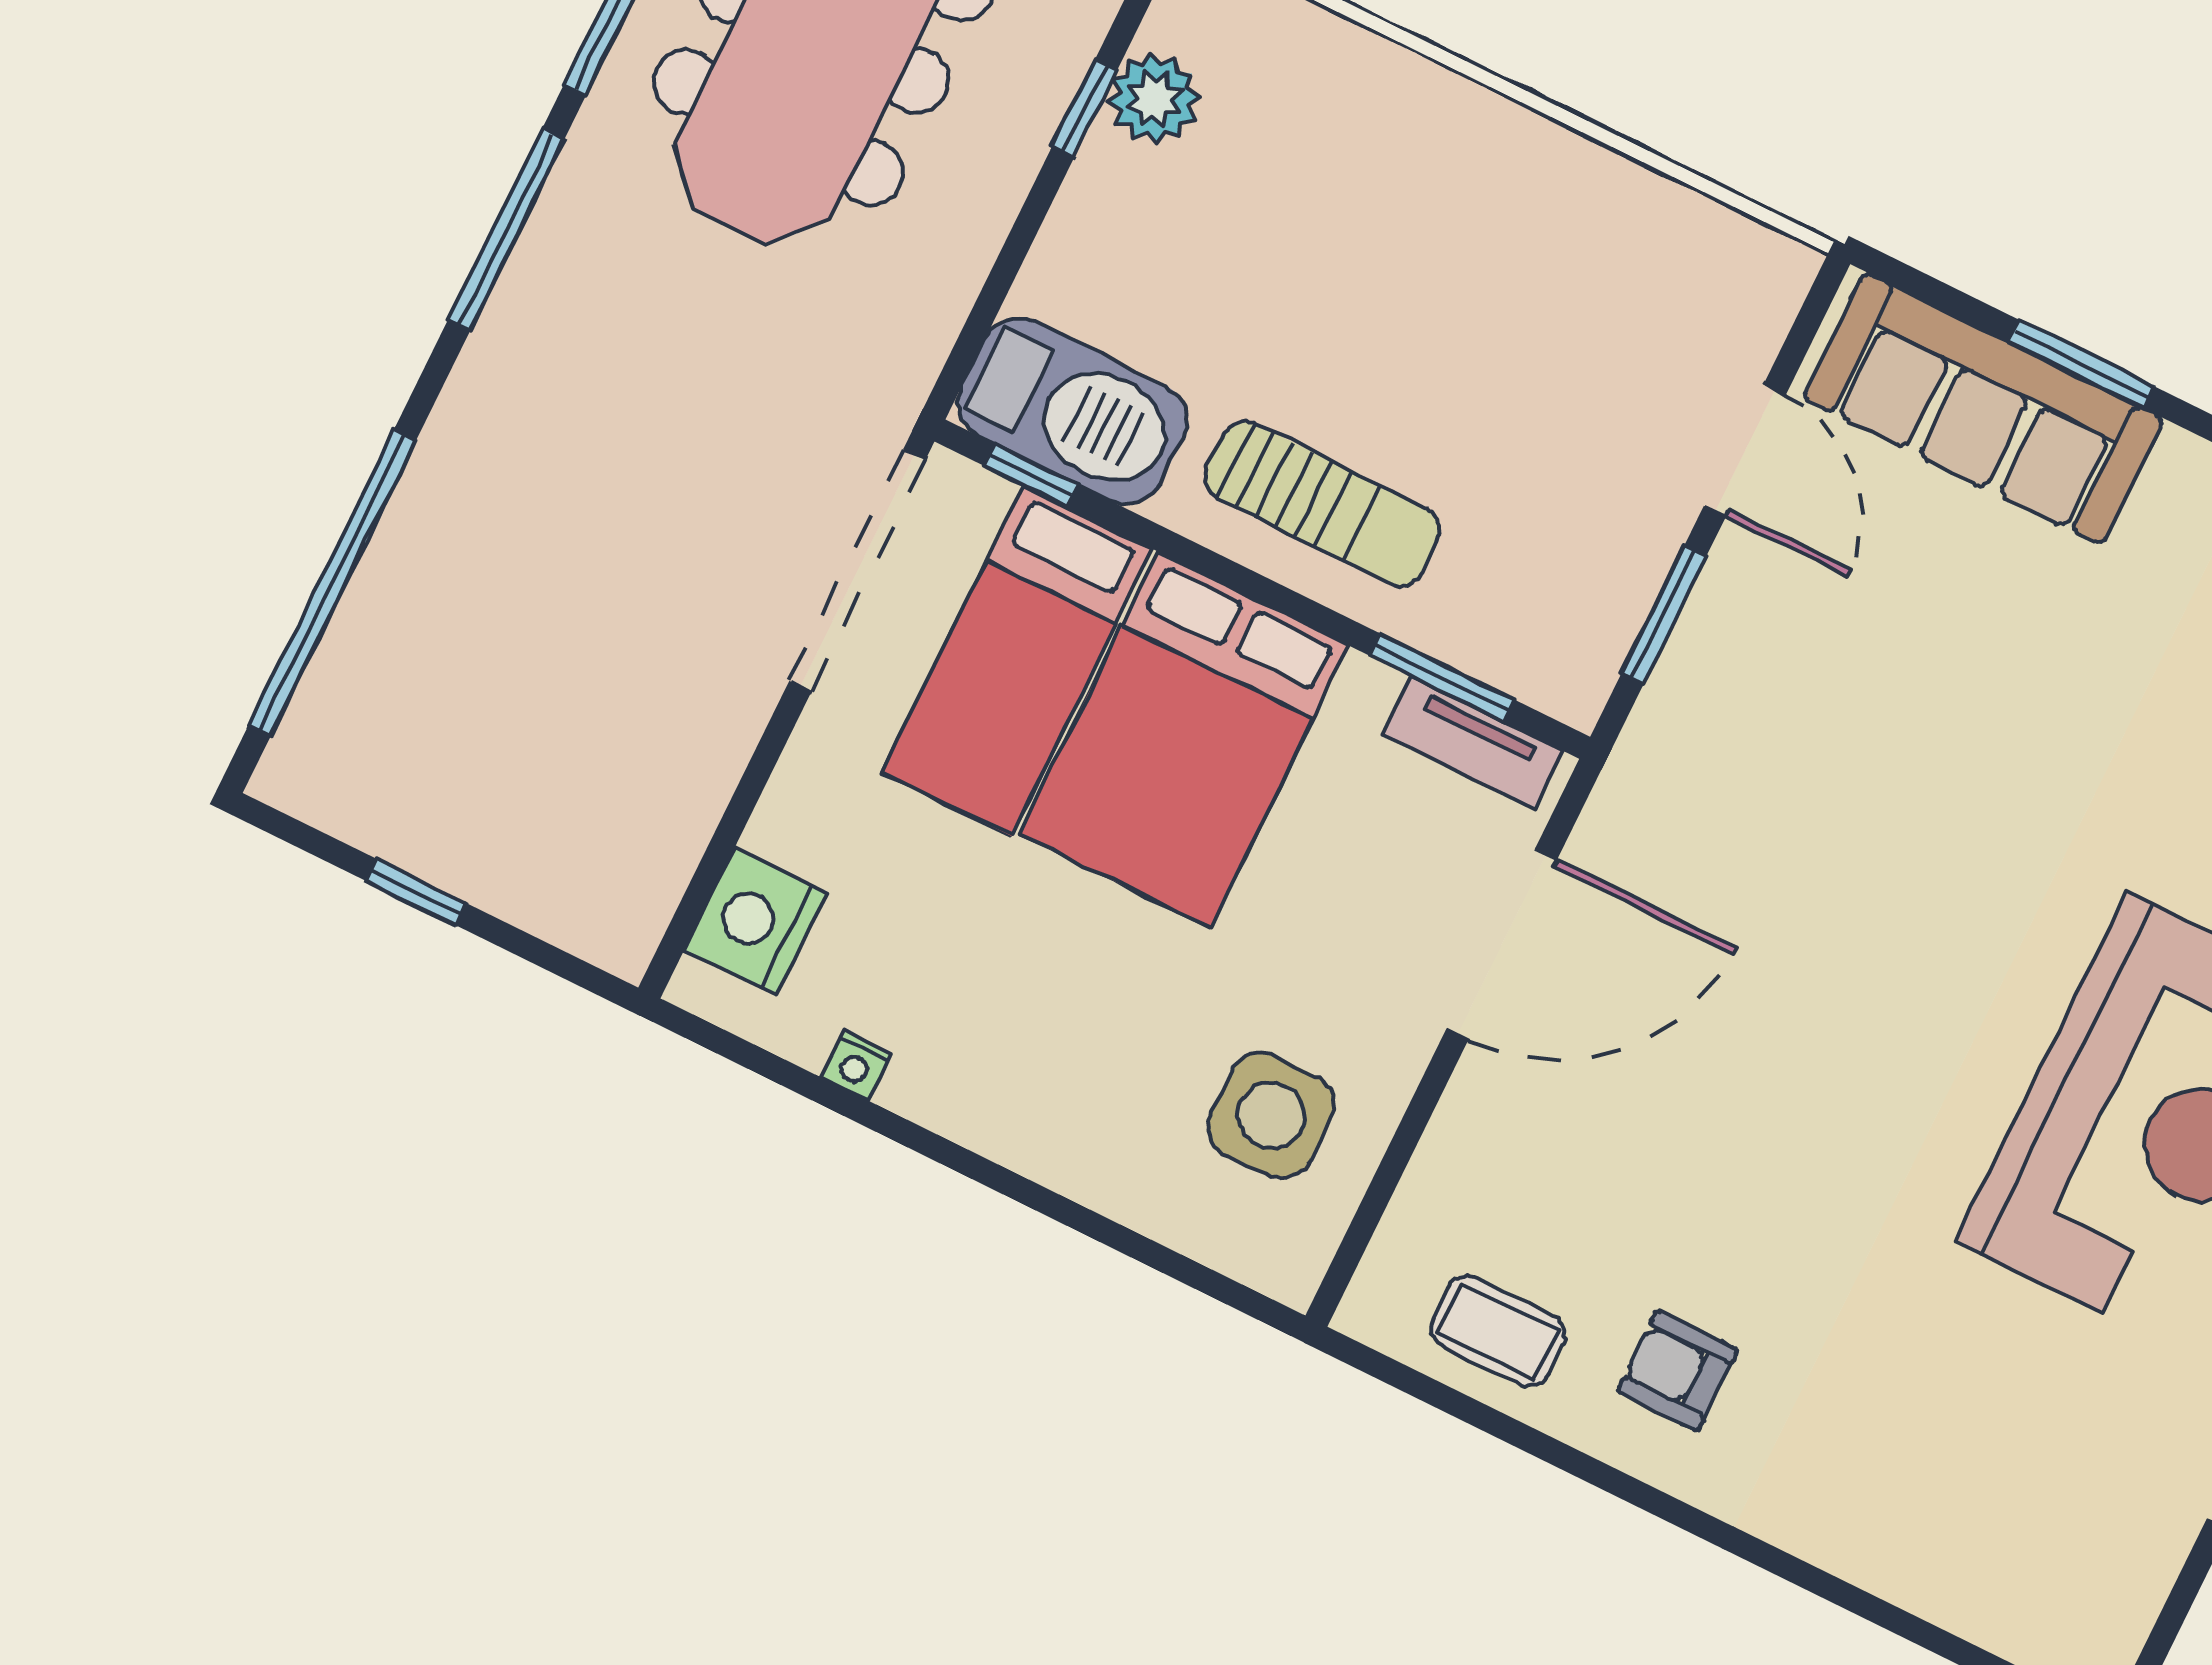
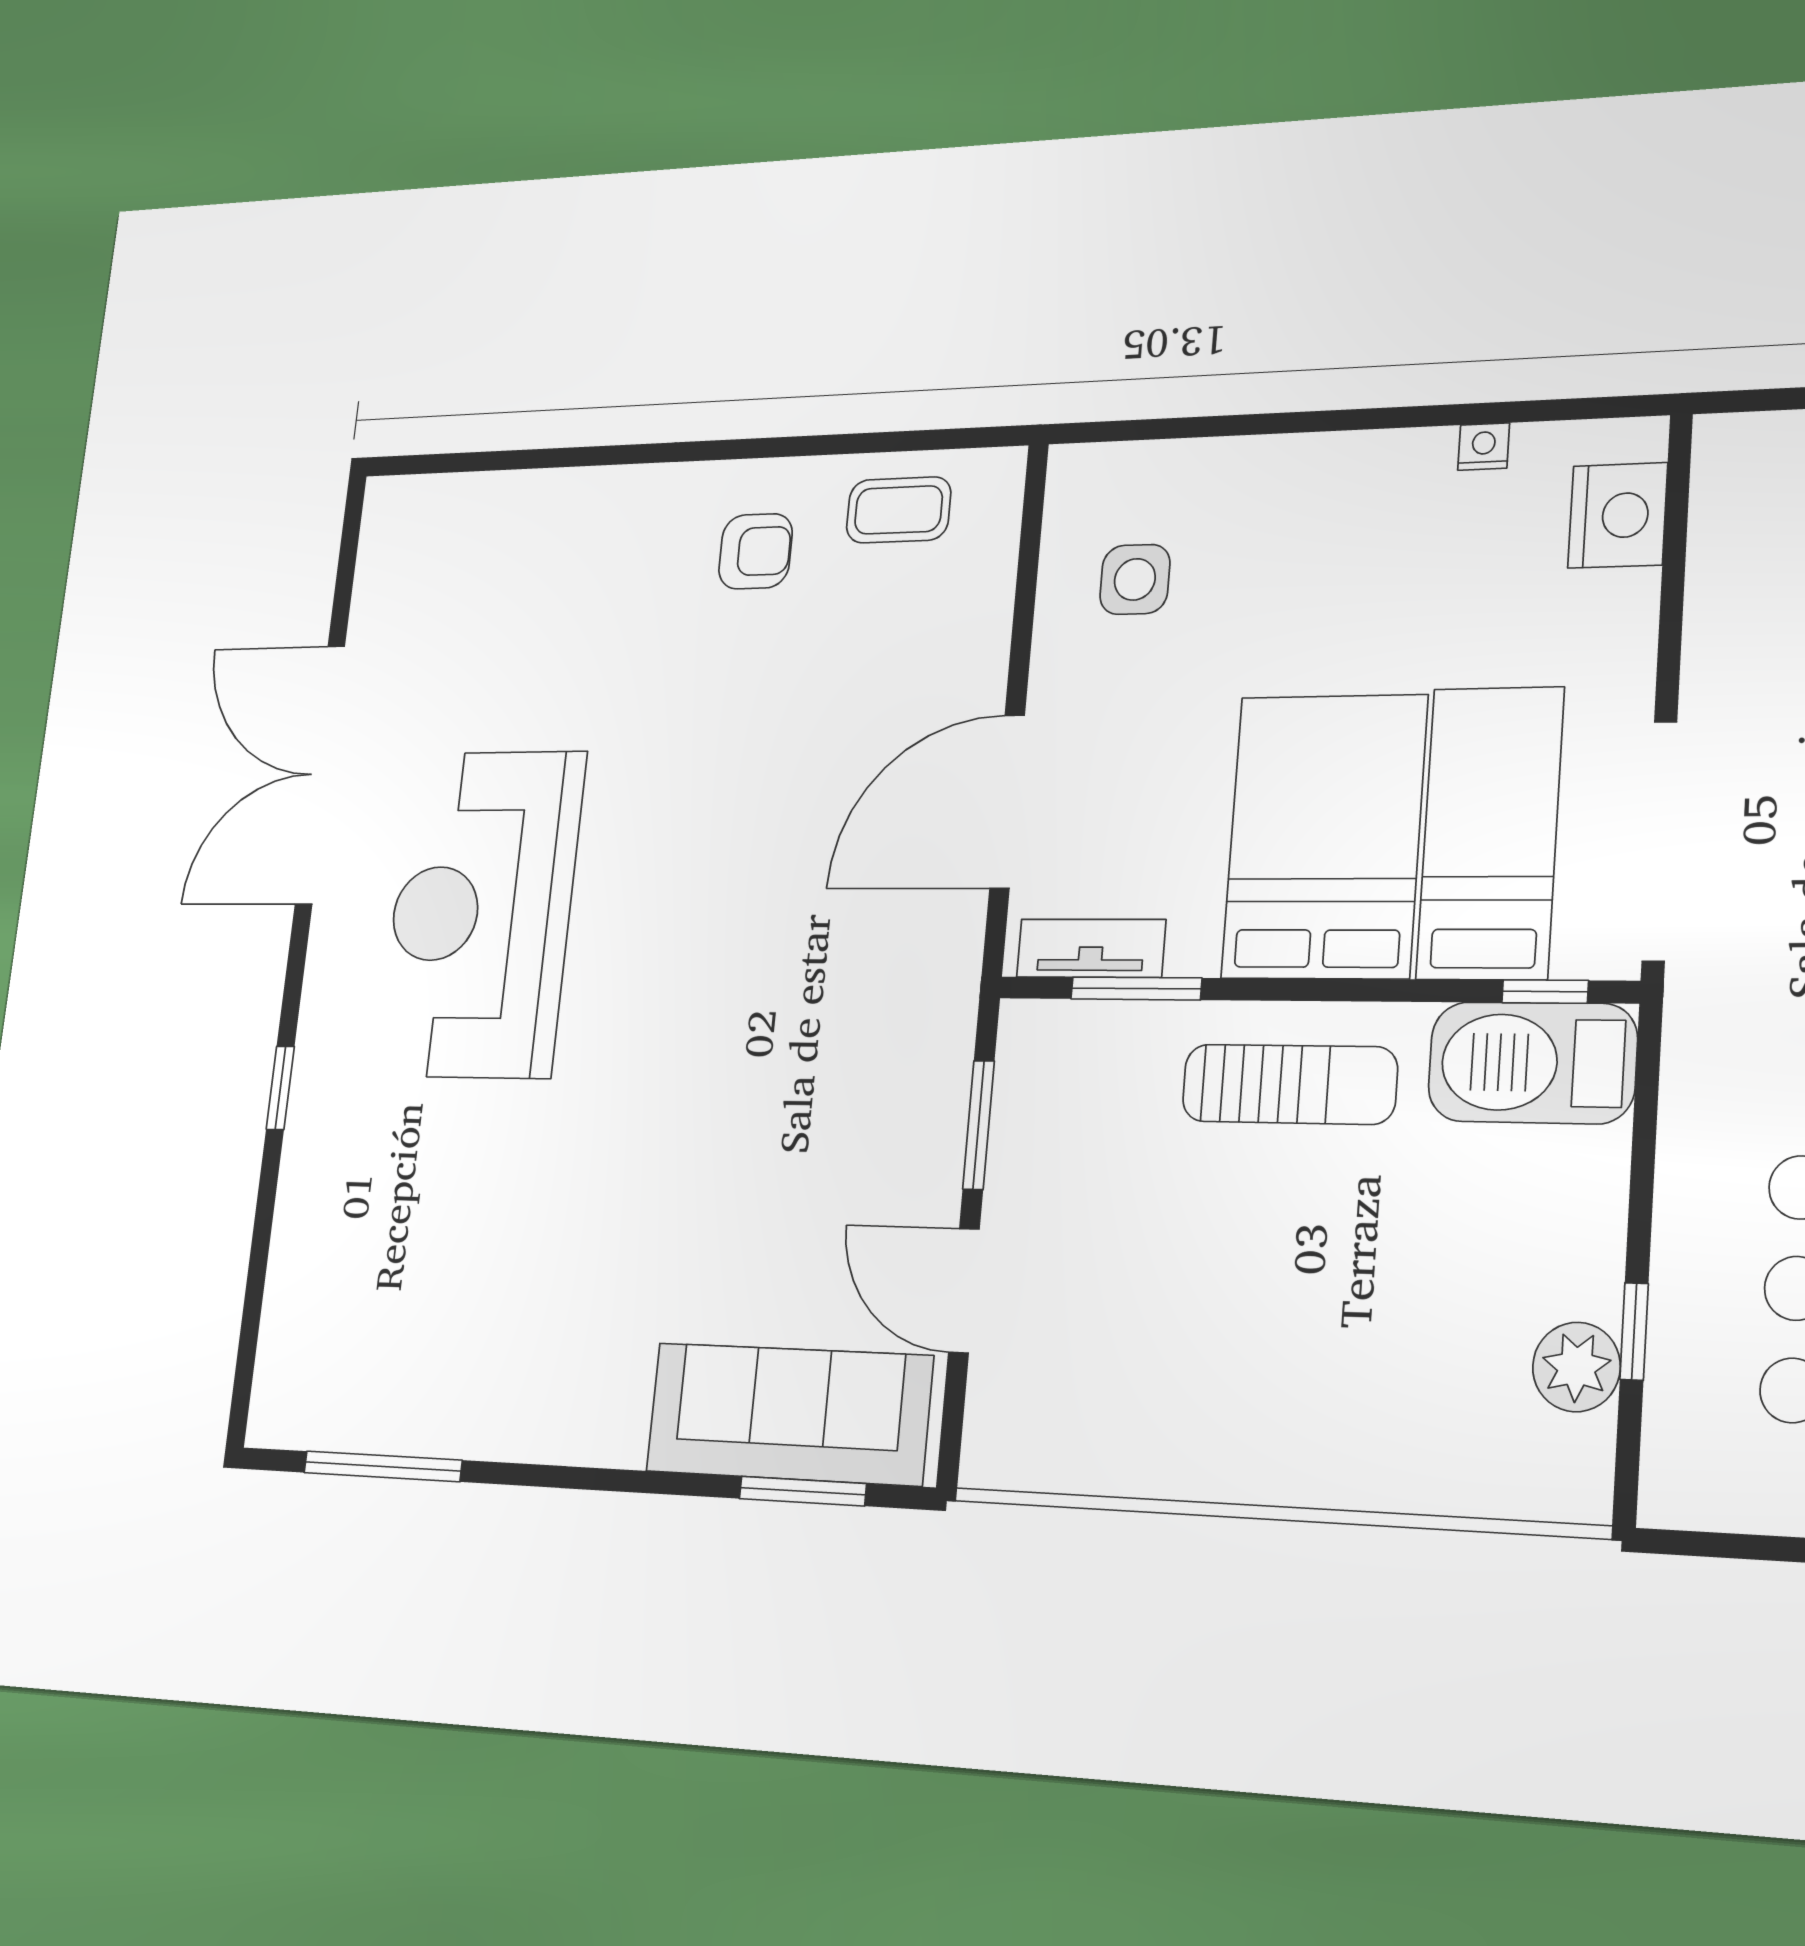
window: (2081, 364) -> (803, 1491), moved
sun lounger: (1323, 504) -> (1289, 1084), turned 180
side table: (1271, 1115) -> (1135, 579), width x0.73, depth x0.73

